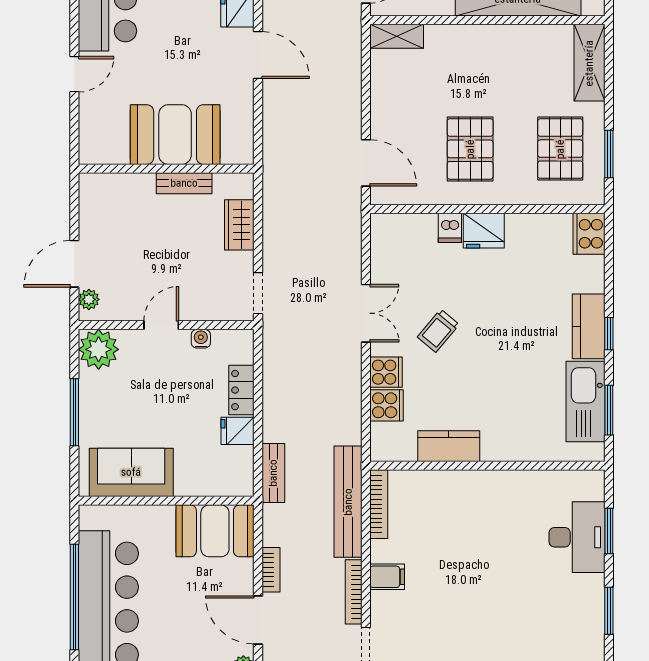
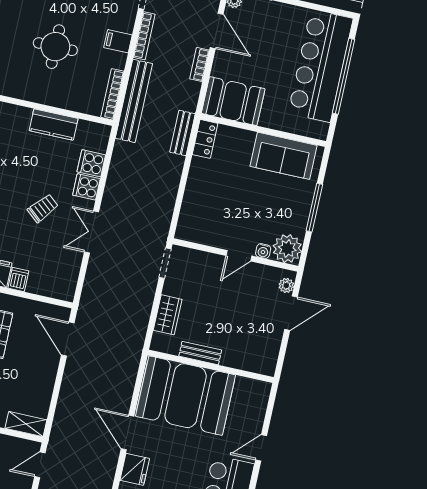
booth: (175, 135) -> (186, 396), width x1.36, depth x1.42
water cooler: (201, 339) -> (263, 251), moved
locker: (241, 390) -> (205, 139), moved
fridge: (237, 431) -> (201, 169), removed
round table: (469, 551) -> (55, 47), added

